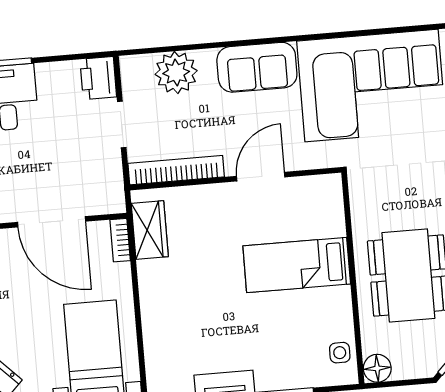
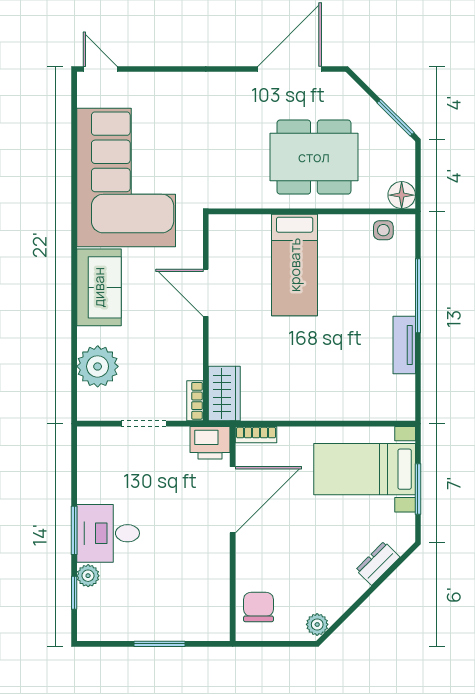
printer: (98, 78) -> (210, 443), moved
bookcase: (176, 170) -> (195, 401), width x0.43, depth x0.76
wardrobe: (150, 230) -> (224, 393), moved, turned 90

